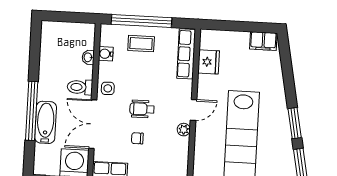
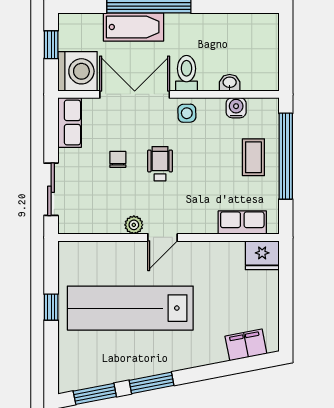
filing cabinet: (263, 41) -> (246, 345), moved, turned 79
row of seats: (186, 54) -> (242, 223), width x0.68
fridge: (209, 62) -> (262, 255), moved
door: (194, 110) -> (163, 237), hinge flipped

